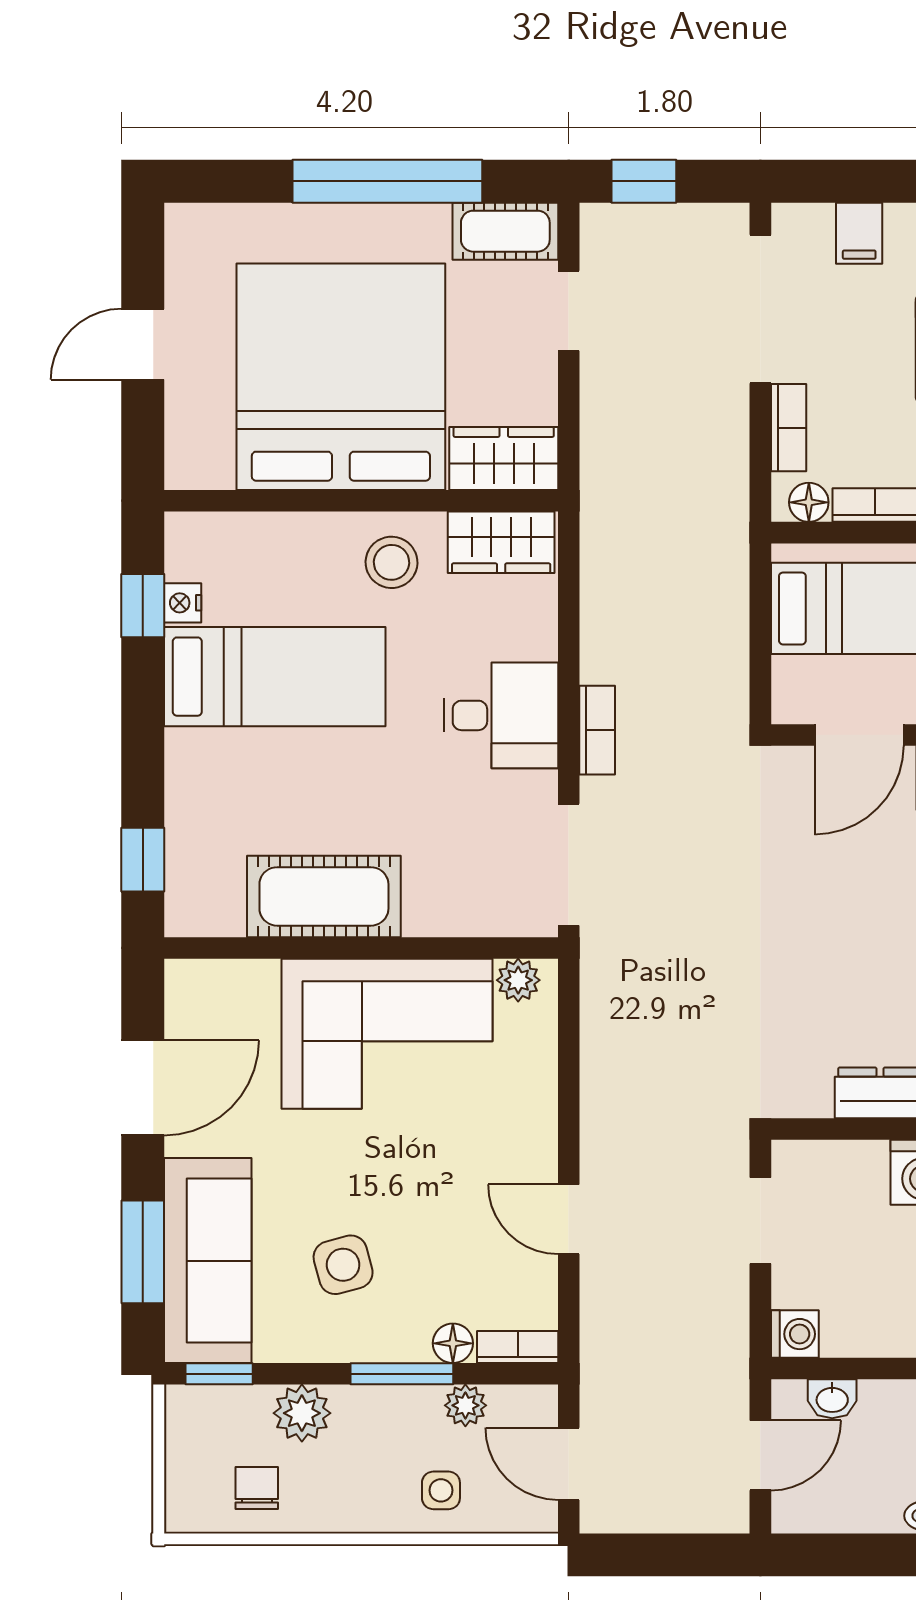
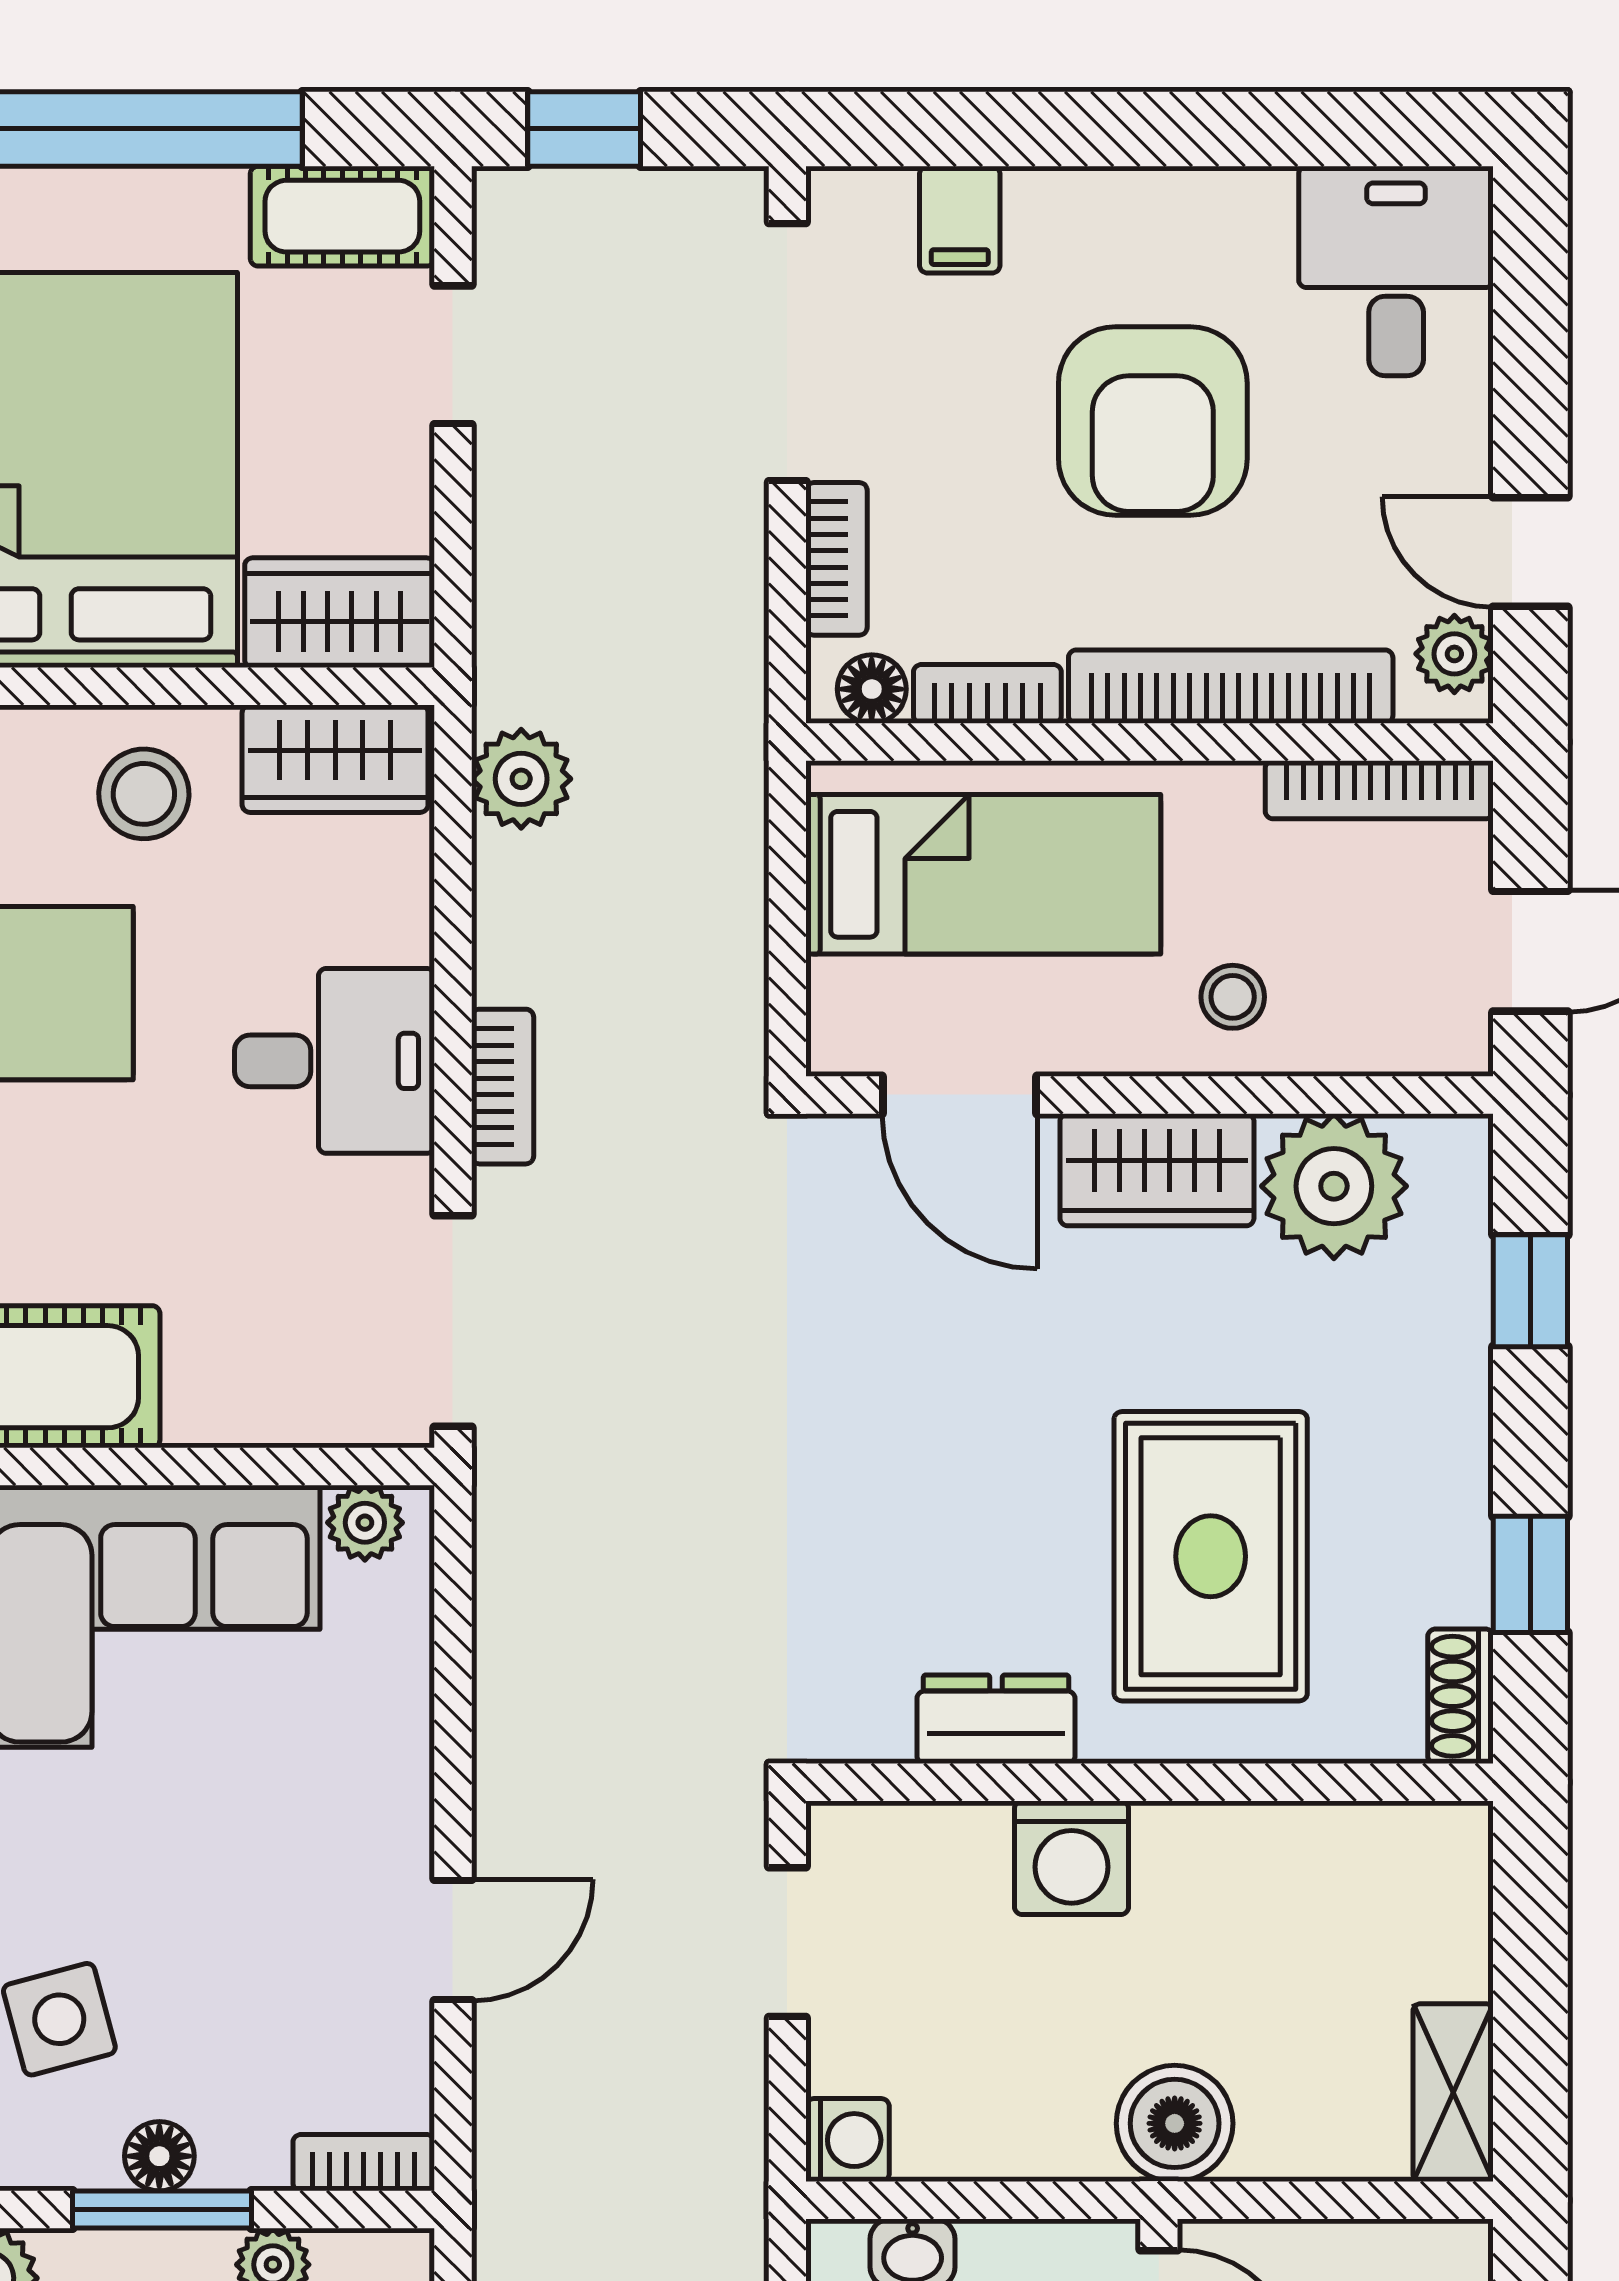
plant: (608, 554) -> (521, 779), added
door: (859, 735) -> (959, 1095), hinge flipped
door: (569, 1219) -> (453, 1940), swing flipped
floor lamp: (453, 1343) -> (159, 2156), moved

